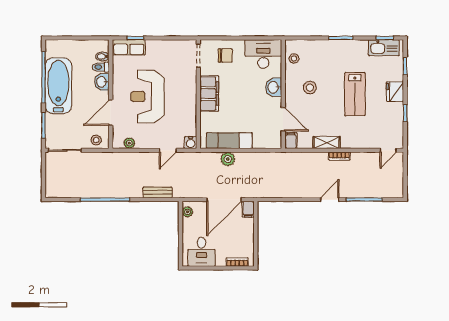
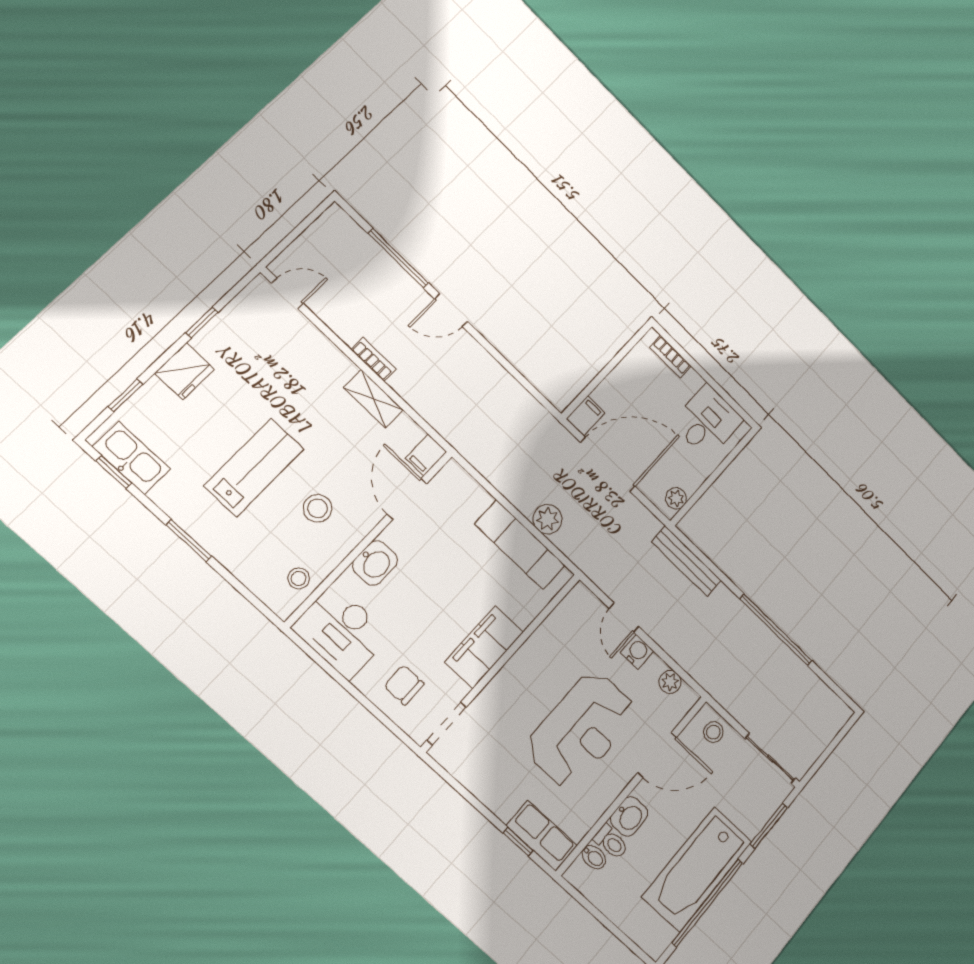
lab bench: (355, 94) -> (254, 467), moved
water cooler: (191, 143) -> (637, 652), moved
door: (168, 150) -> (624, 618), swing flipped
bench: (158, 192) -> (686, 561), width x1.36

